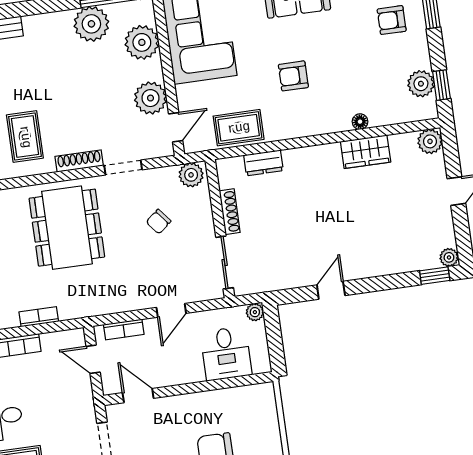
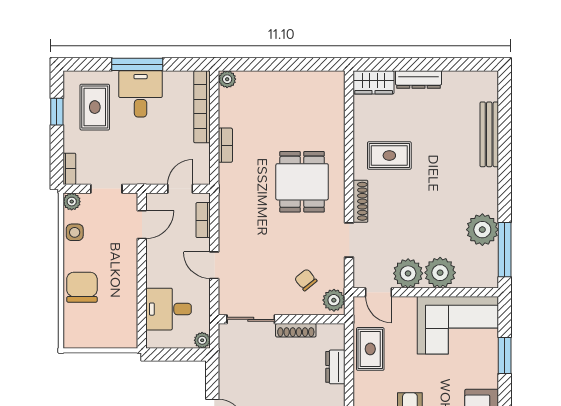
plant: (142, 42) -> (440, 273), moved
chair: (159, 222) -> (306, 280), moved
dining table: (67, 228) -> (302, 182), width x0.73

